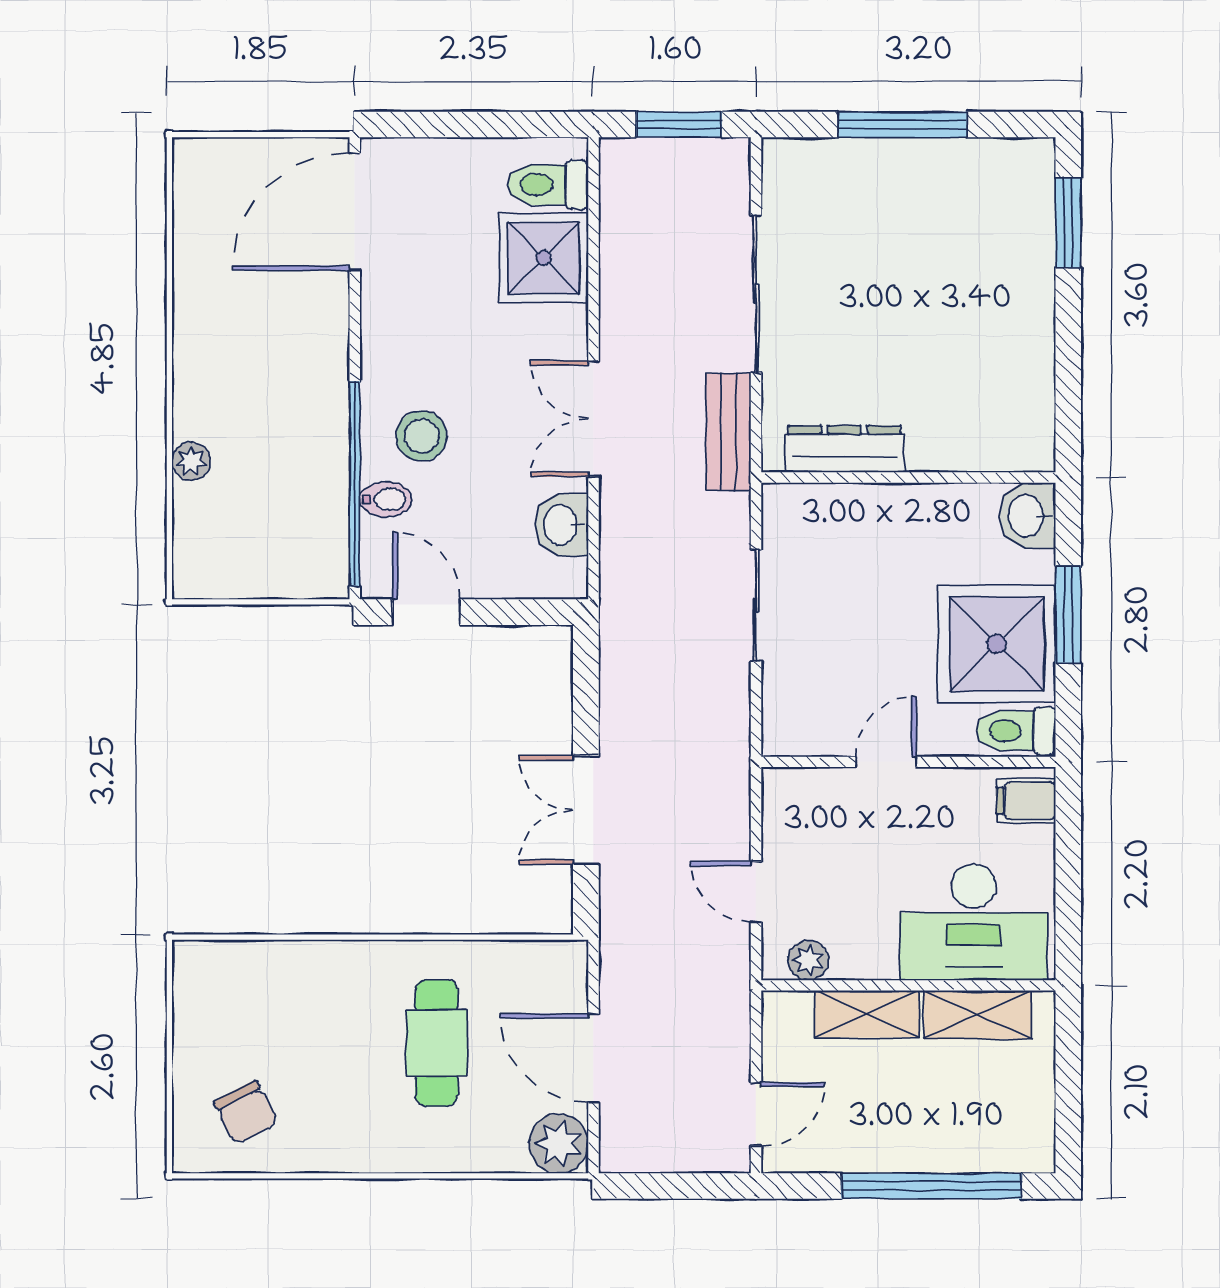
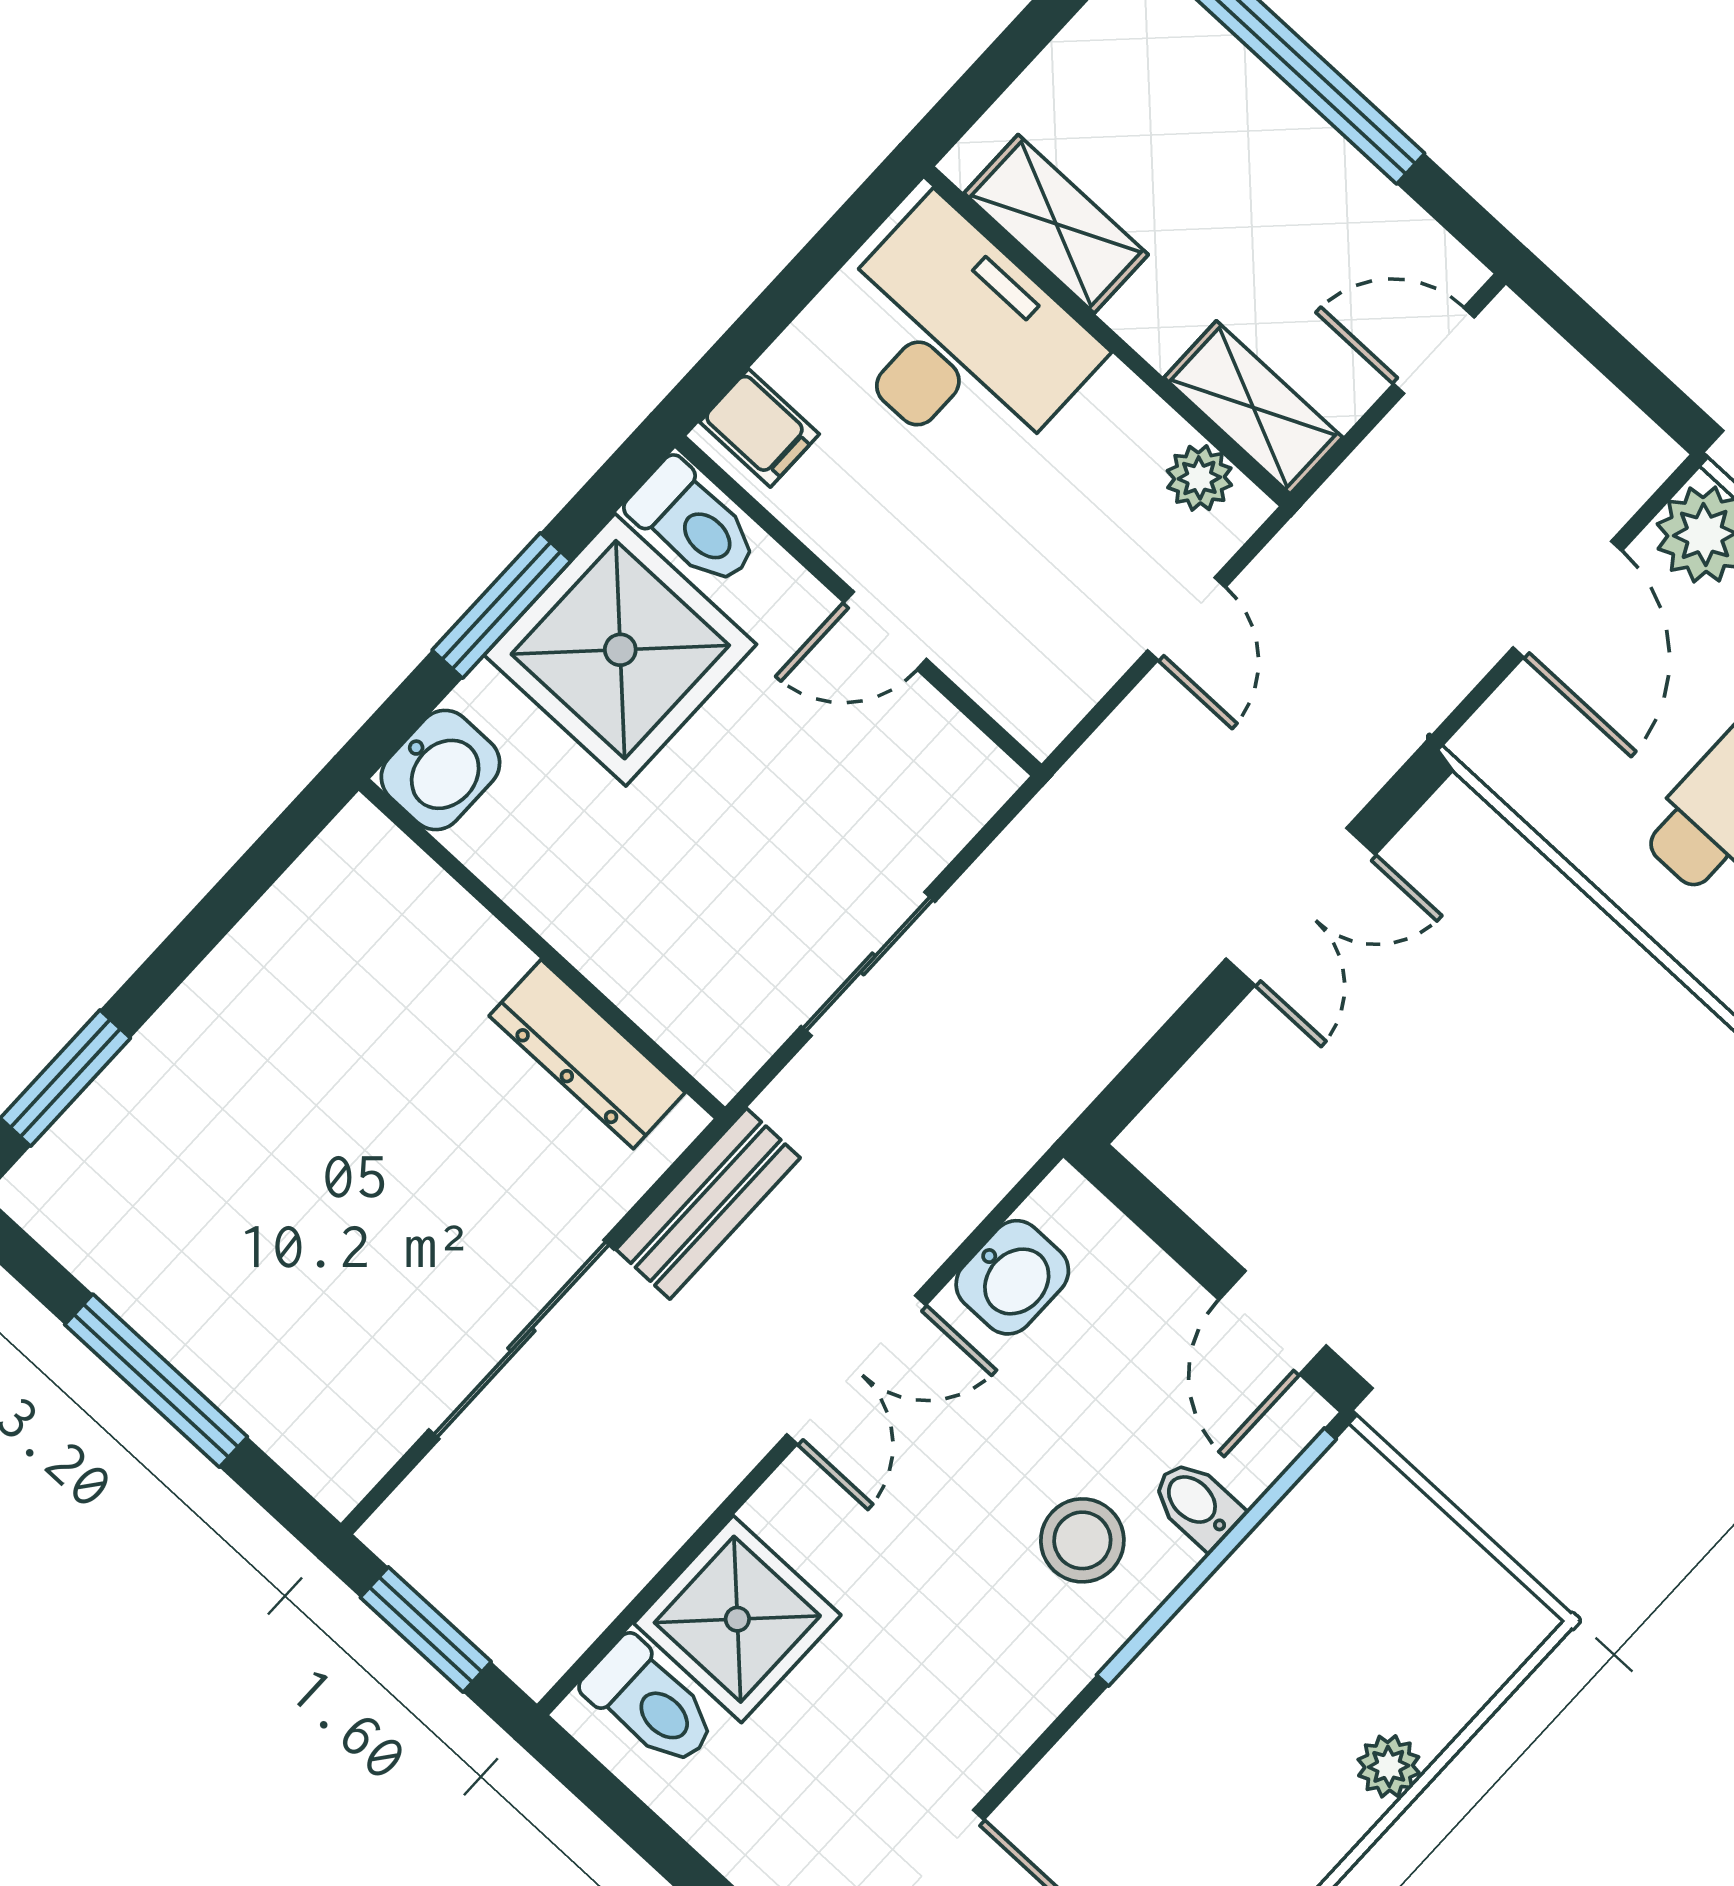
shelving: (867, 1014) -> (1253, 407), moved

